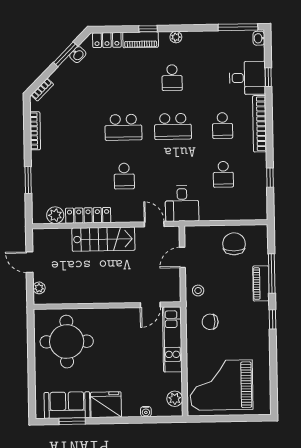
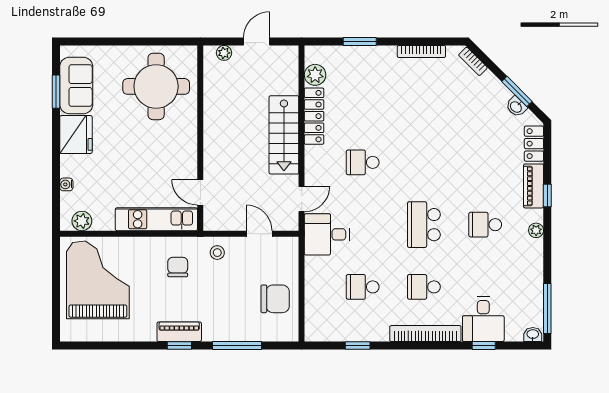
school desk: (123, 127) -> (424, 162), removed
piano: (261, 283) -> (179, 332), moved

